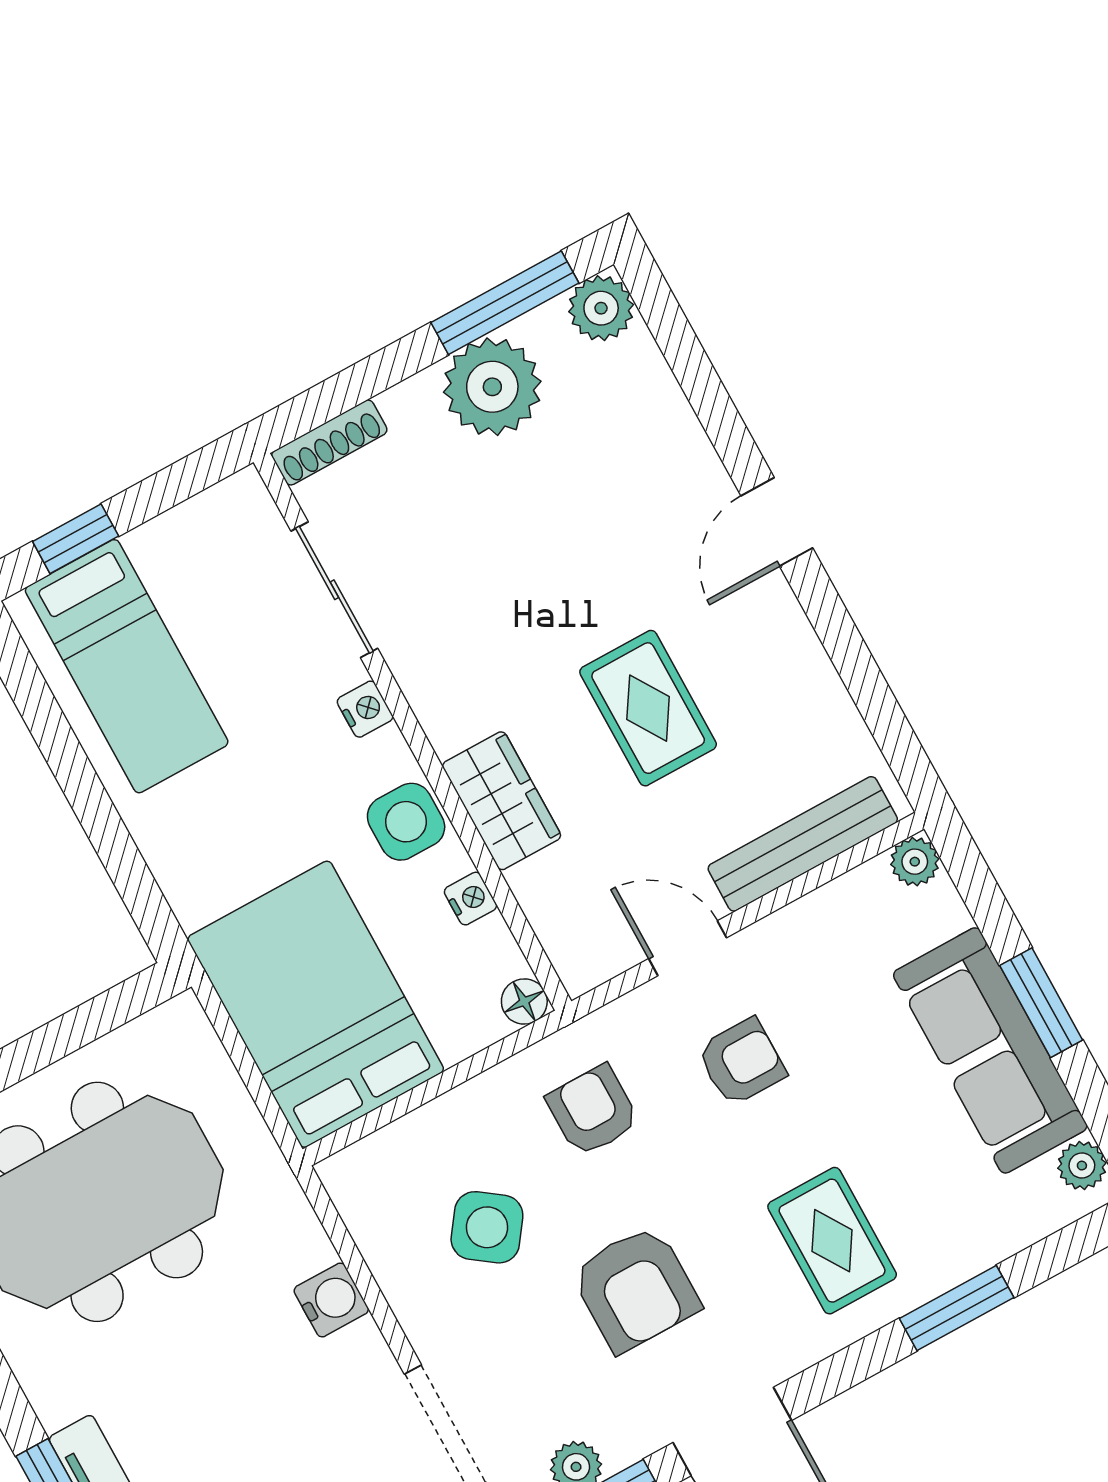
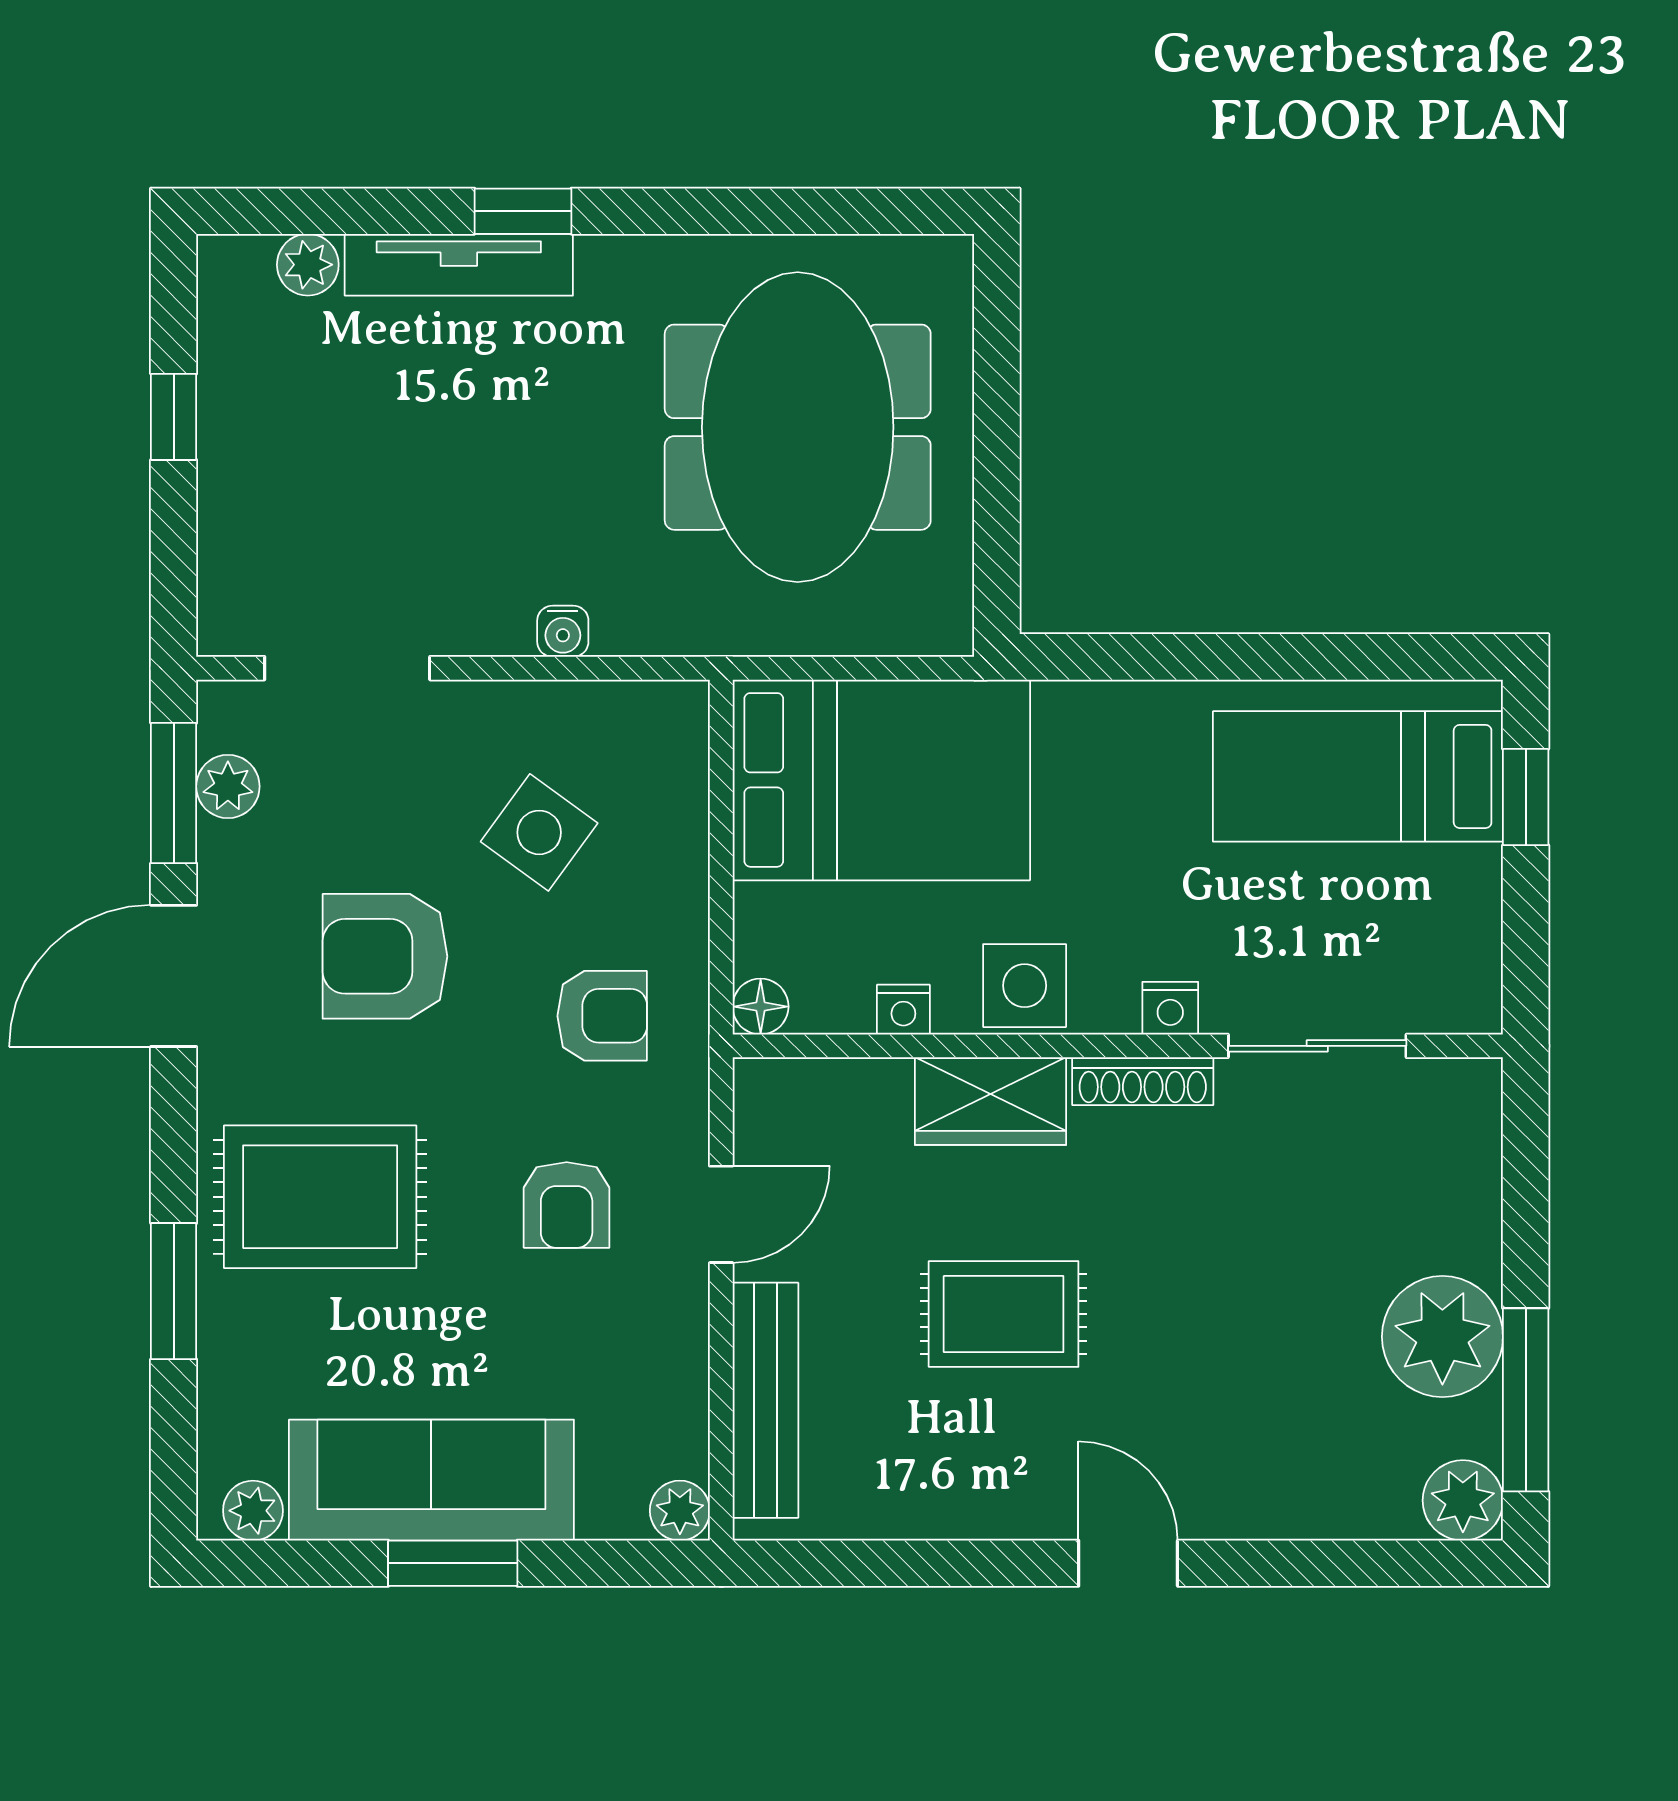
shoe rack: (329, 443) -> (1143, 1081), moved, turned -90
rug: (832, 1241) -> (320, 1197), width x1.36, depth x1.43
water cooler: (331, 1300) -> (563, 631), width x0.72, depth x0.72

